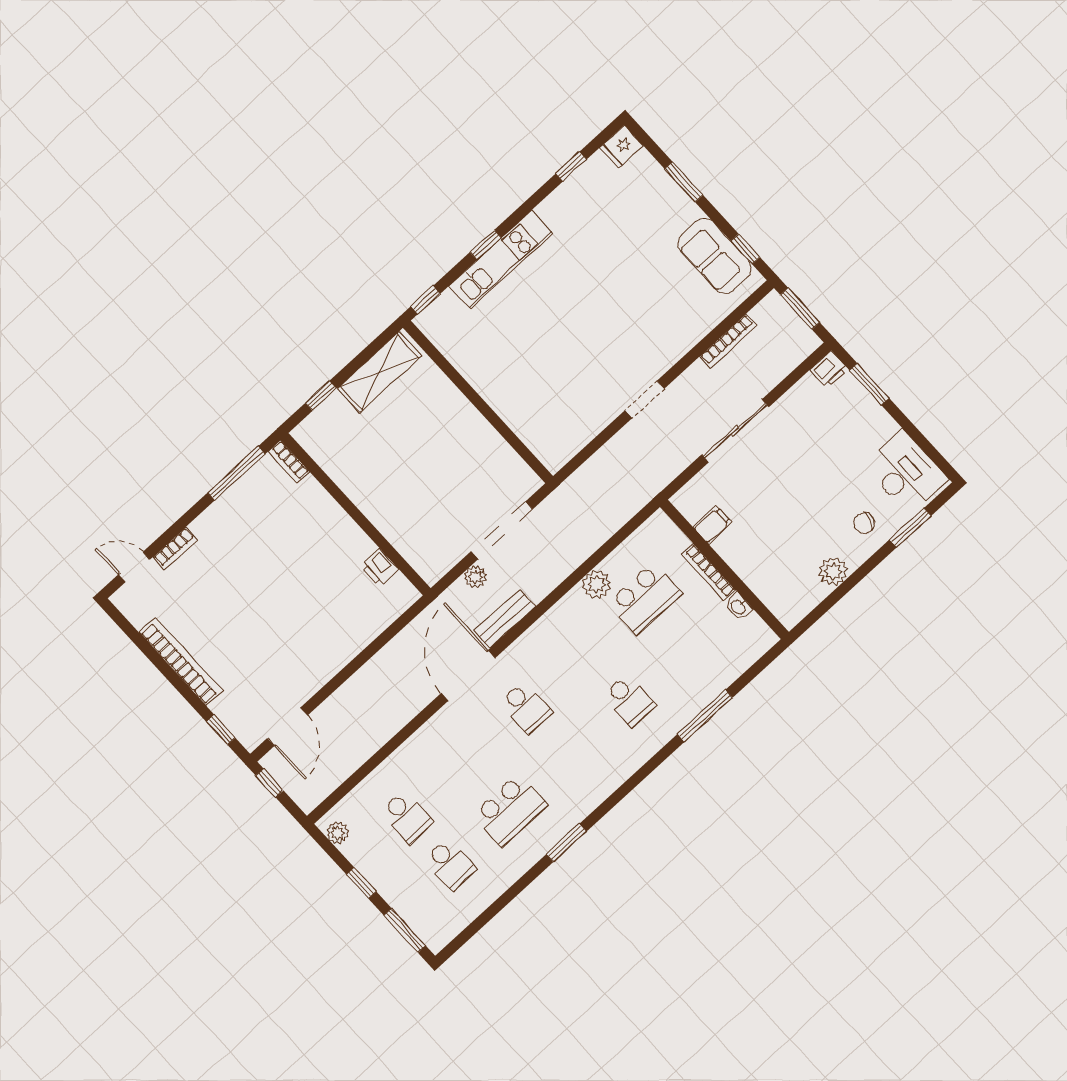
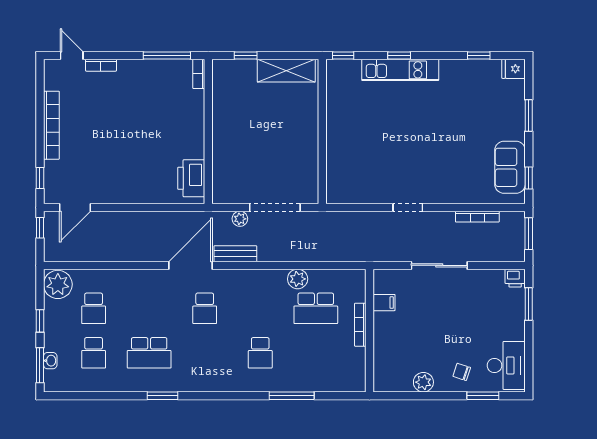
printer: (380, 567) -> (191, 178), width x1.87, depth x1.48
washbasin: (738, 607) -> (50, 361), moved, turned 180
plant: (337, 833) -> (58, 284), width x1.88, depth x1.88

